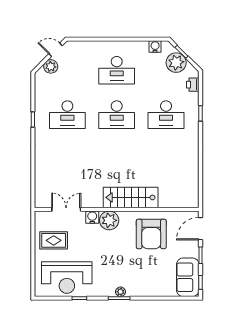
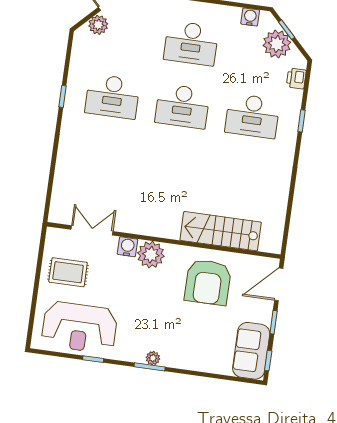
stairs: (131, 197) -> (221, 231), moved

